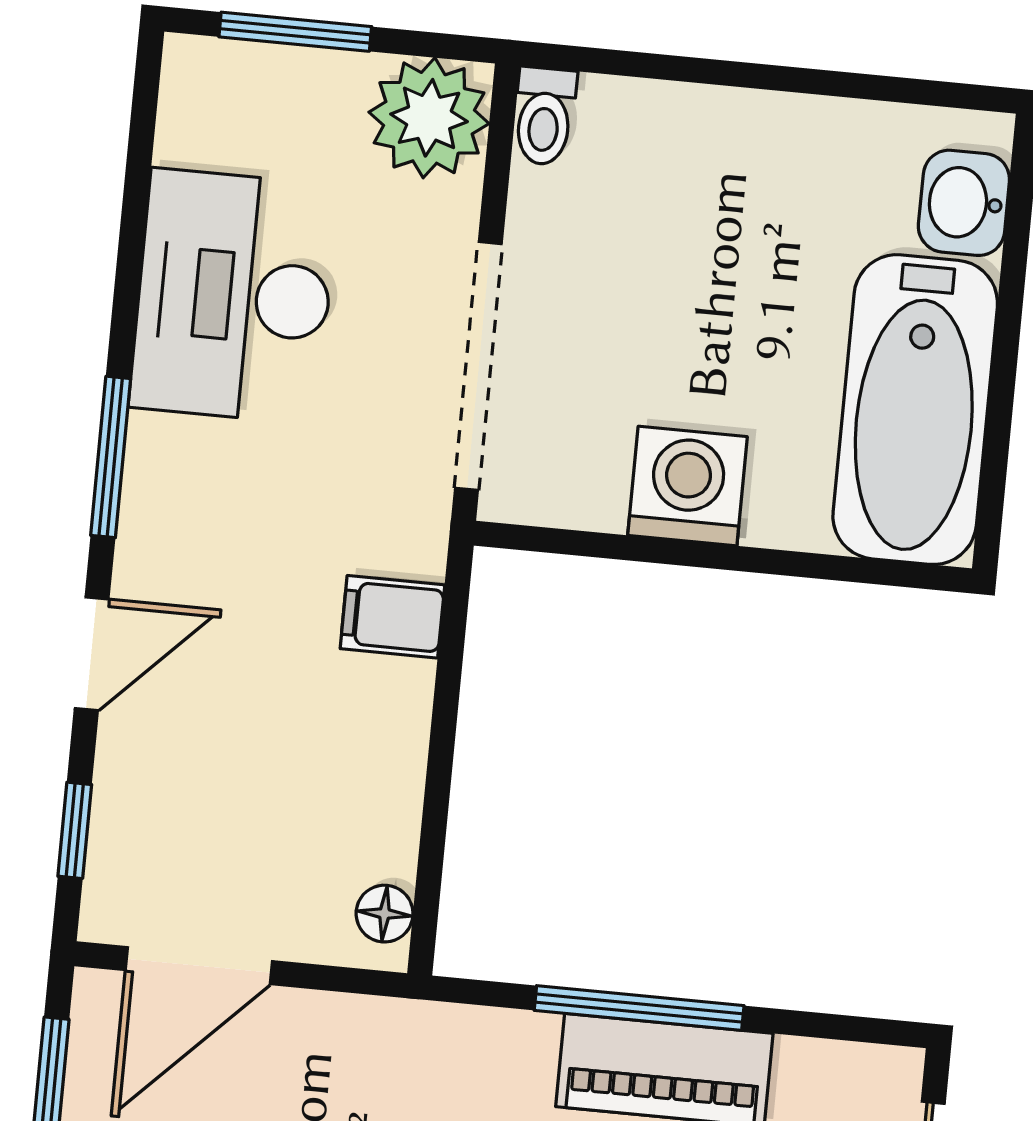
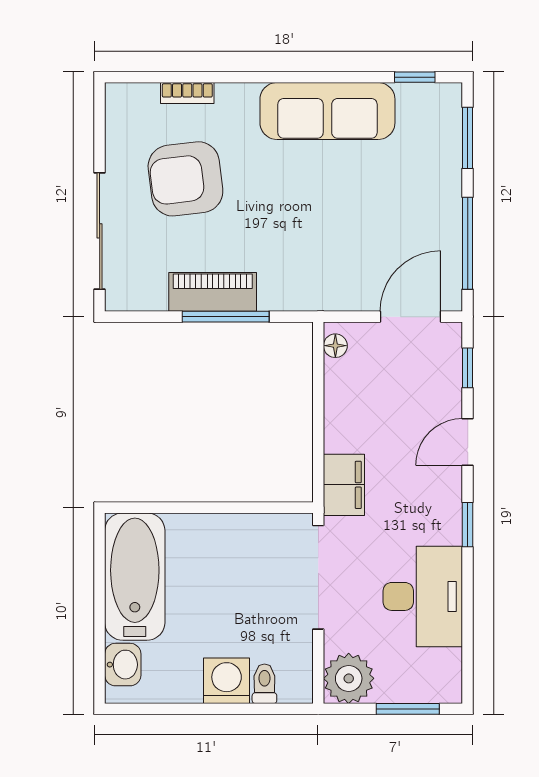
toilet: (544, 116) -> (264, 684), moved
window: (111, 457) -> (468, 525), width x0.67
washing machine: (688, 486) -> (227, 681), moved, turned 180
filing cabinet: (392, 617) -> (344, 485), width x2.00

